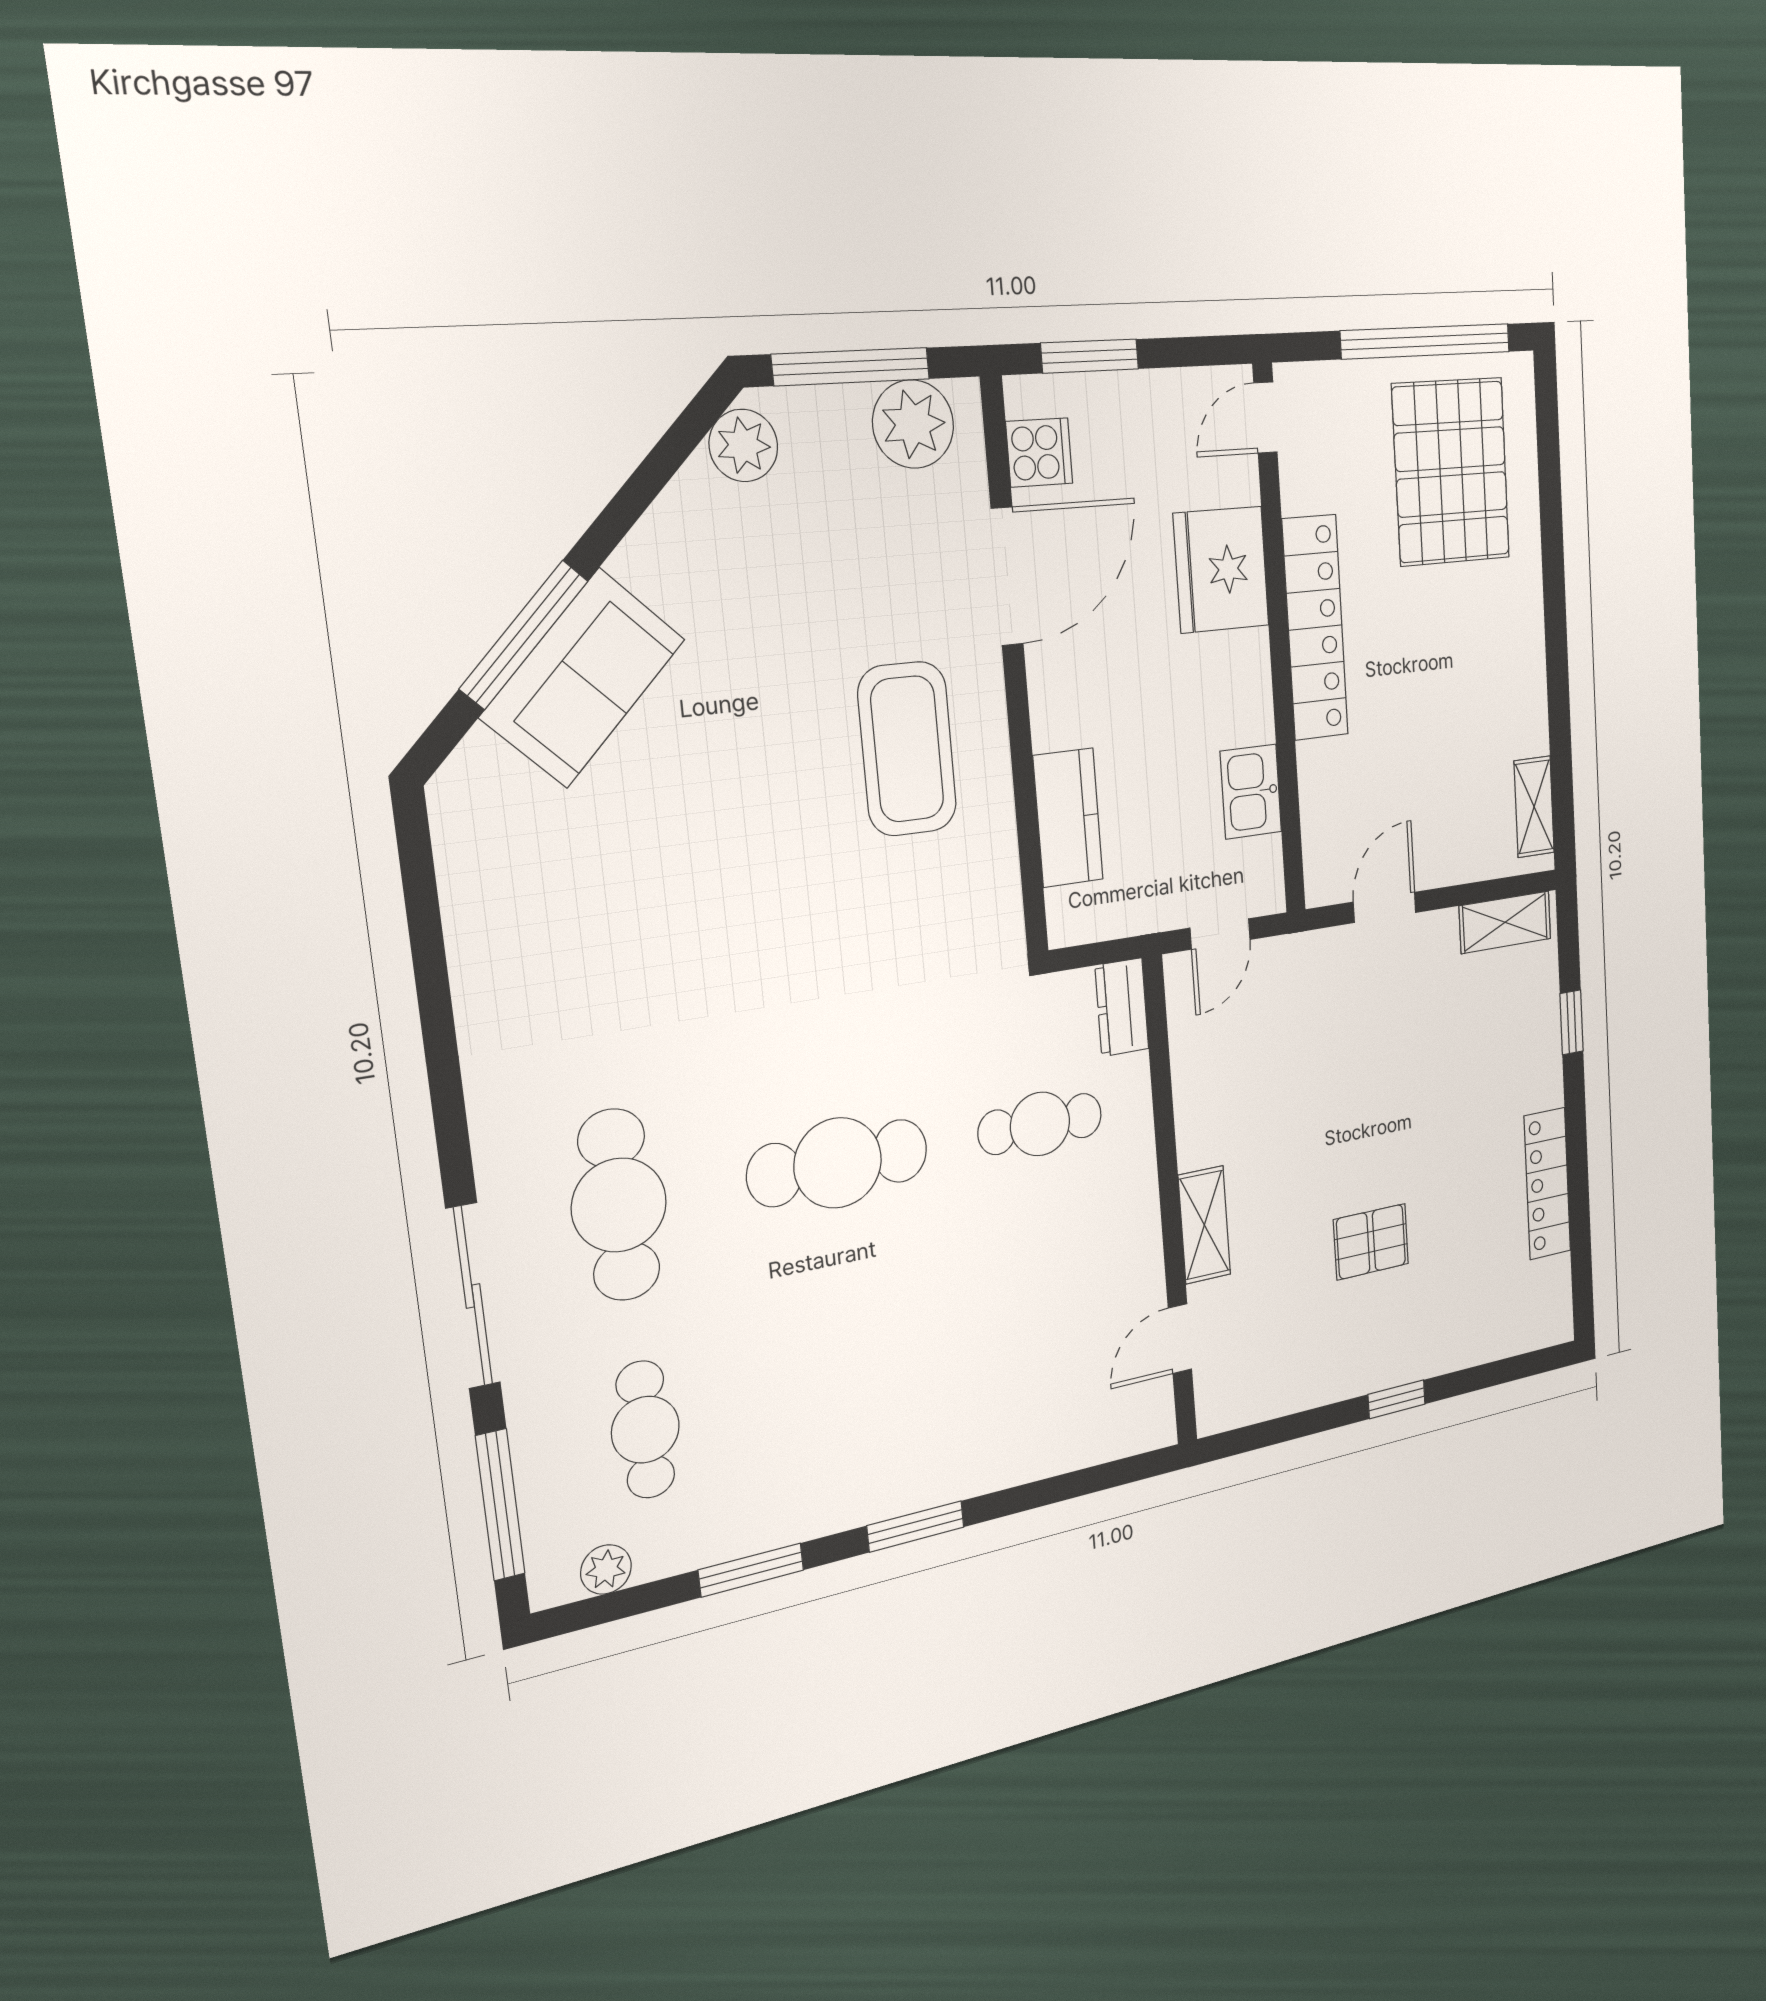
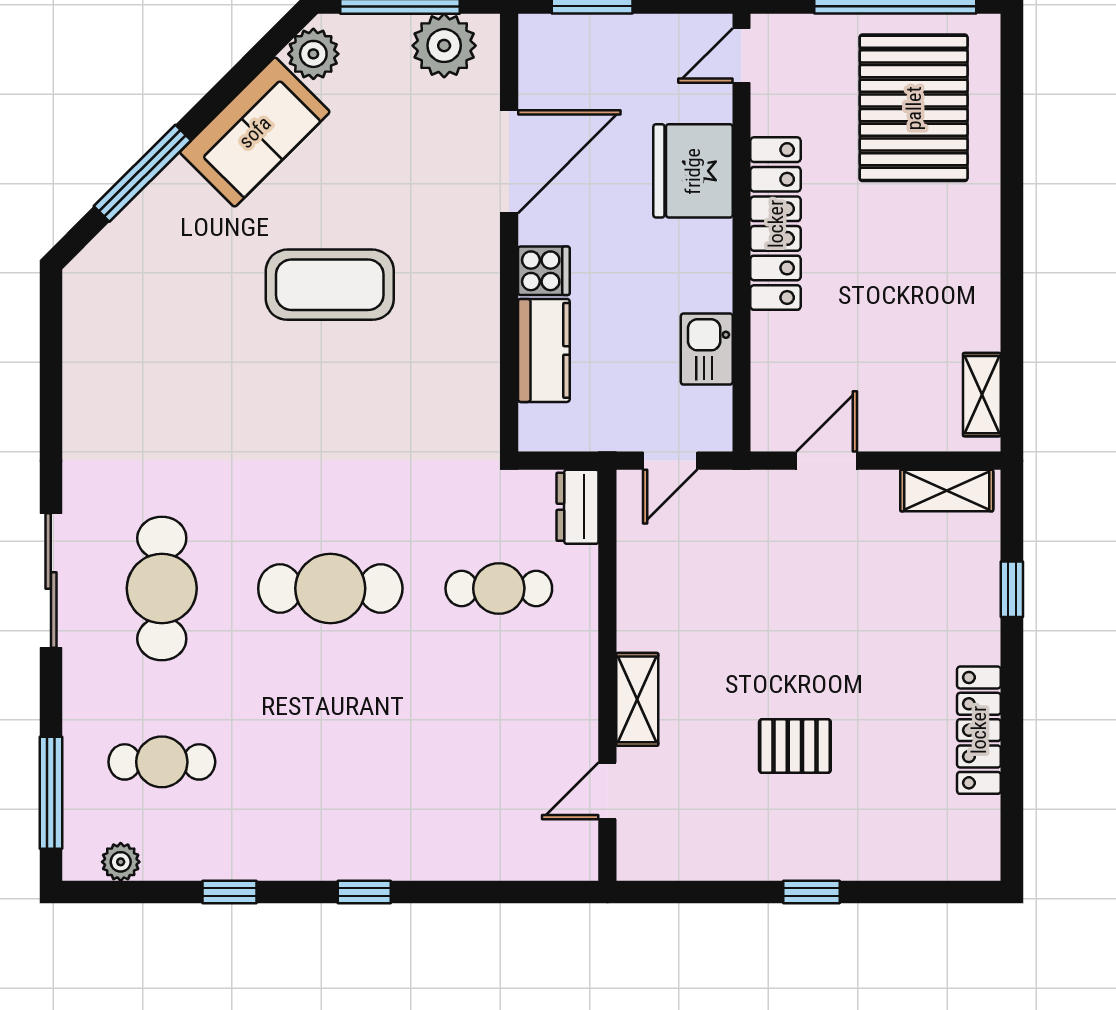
cooker: (1039, 453) -> (544, 271), moved
sofa: (583, 678) -> (255, 132), moved
coffee table: (907, 749) -> (330, 285), moved, turned 90
sliding door: (473, 1296) -> (51, 580), moved
cafe table: (645, 1430) -> (162, 762), turned 90
window: (916, 1526) -> (364, 892), width x0.67
window: (751, 1570) -> (230, 892), width x0.67

